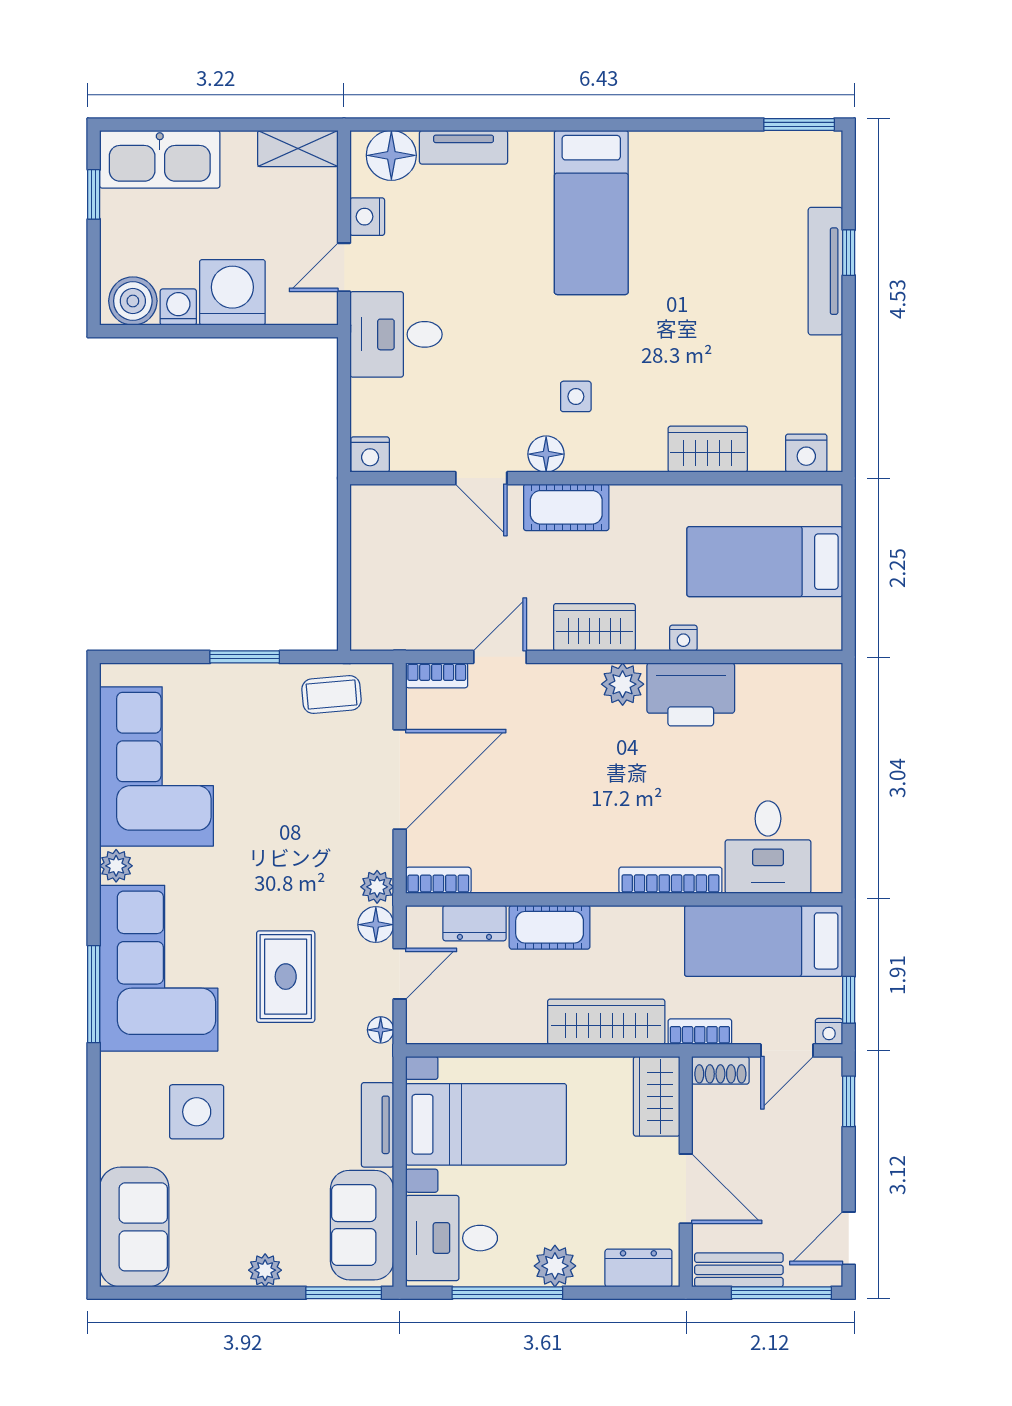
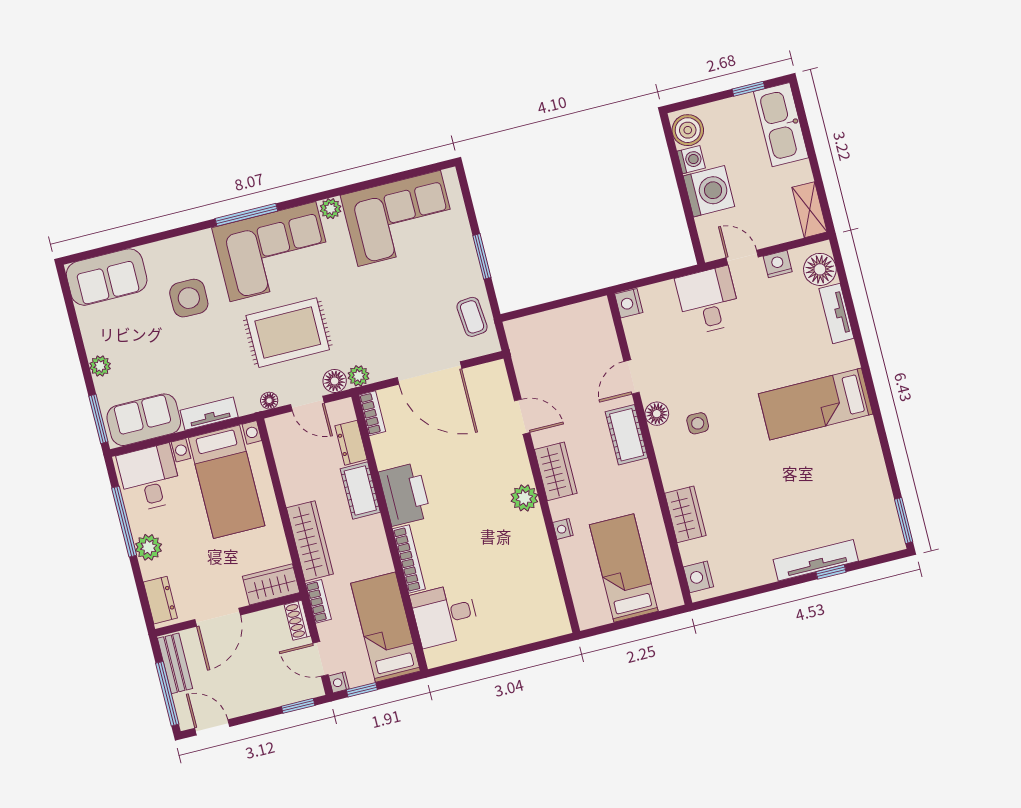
bookcase: (437, 675) -> (501, 380), removed
printer: (691, 694) -> (405, 494), moved, turned 180
rug: (286, 977) -> (288, 333), width x1.36, depth x1.43

